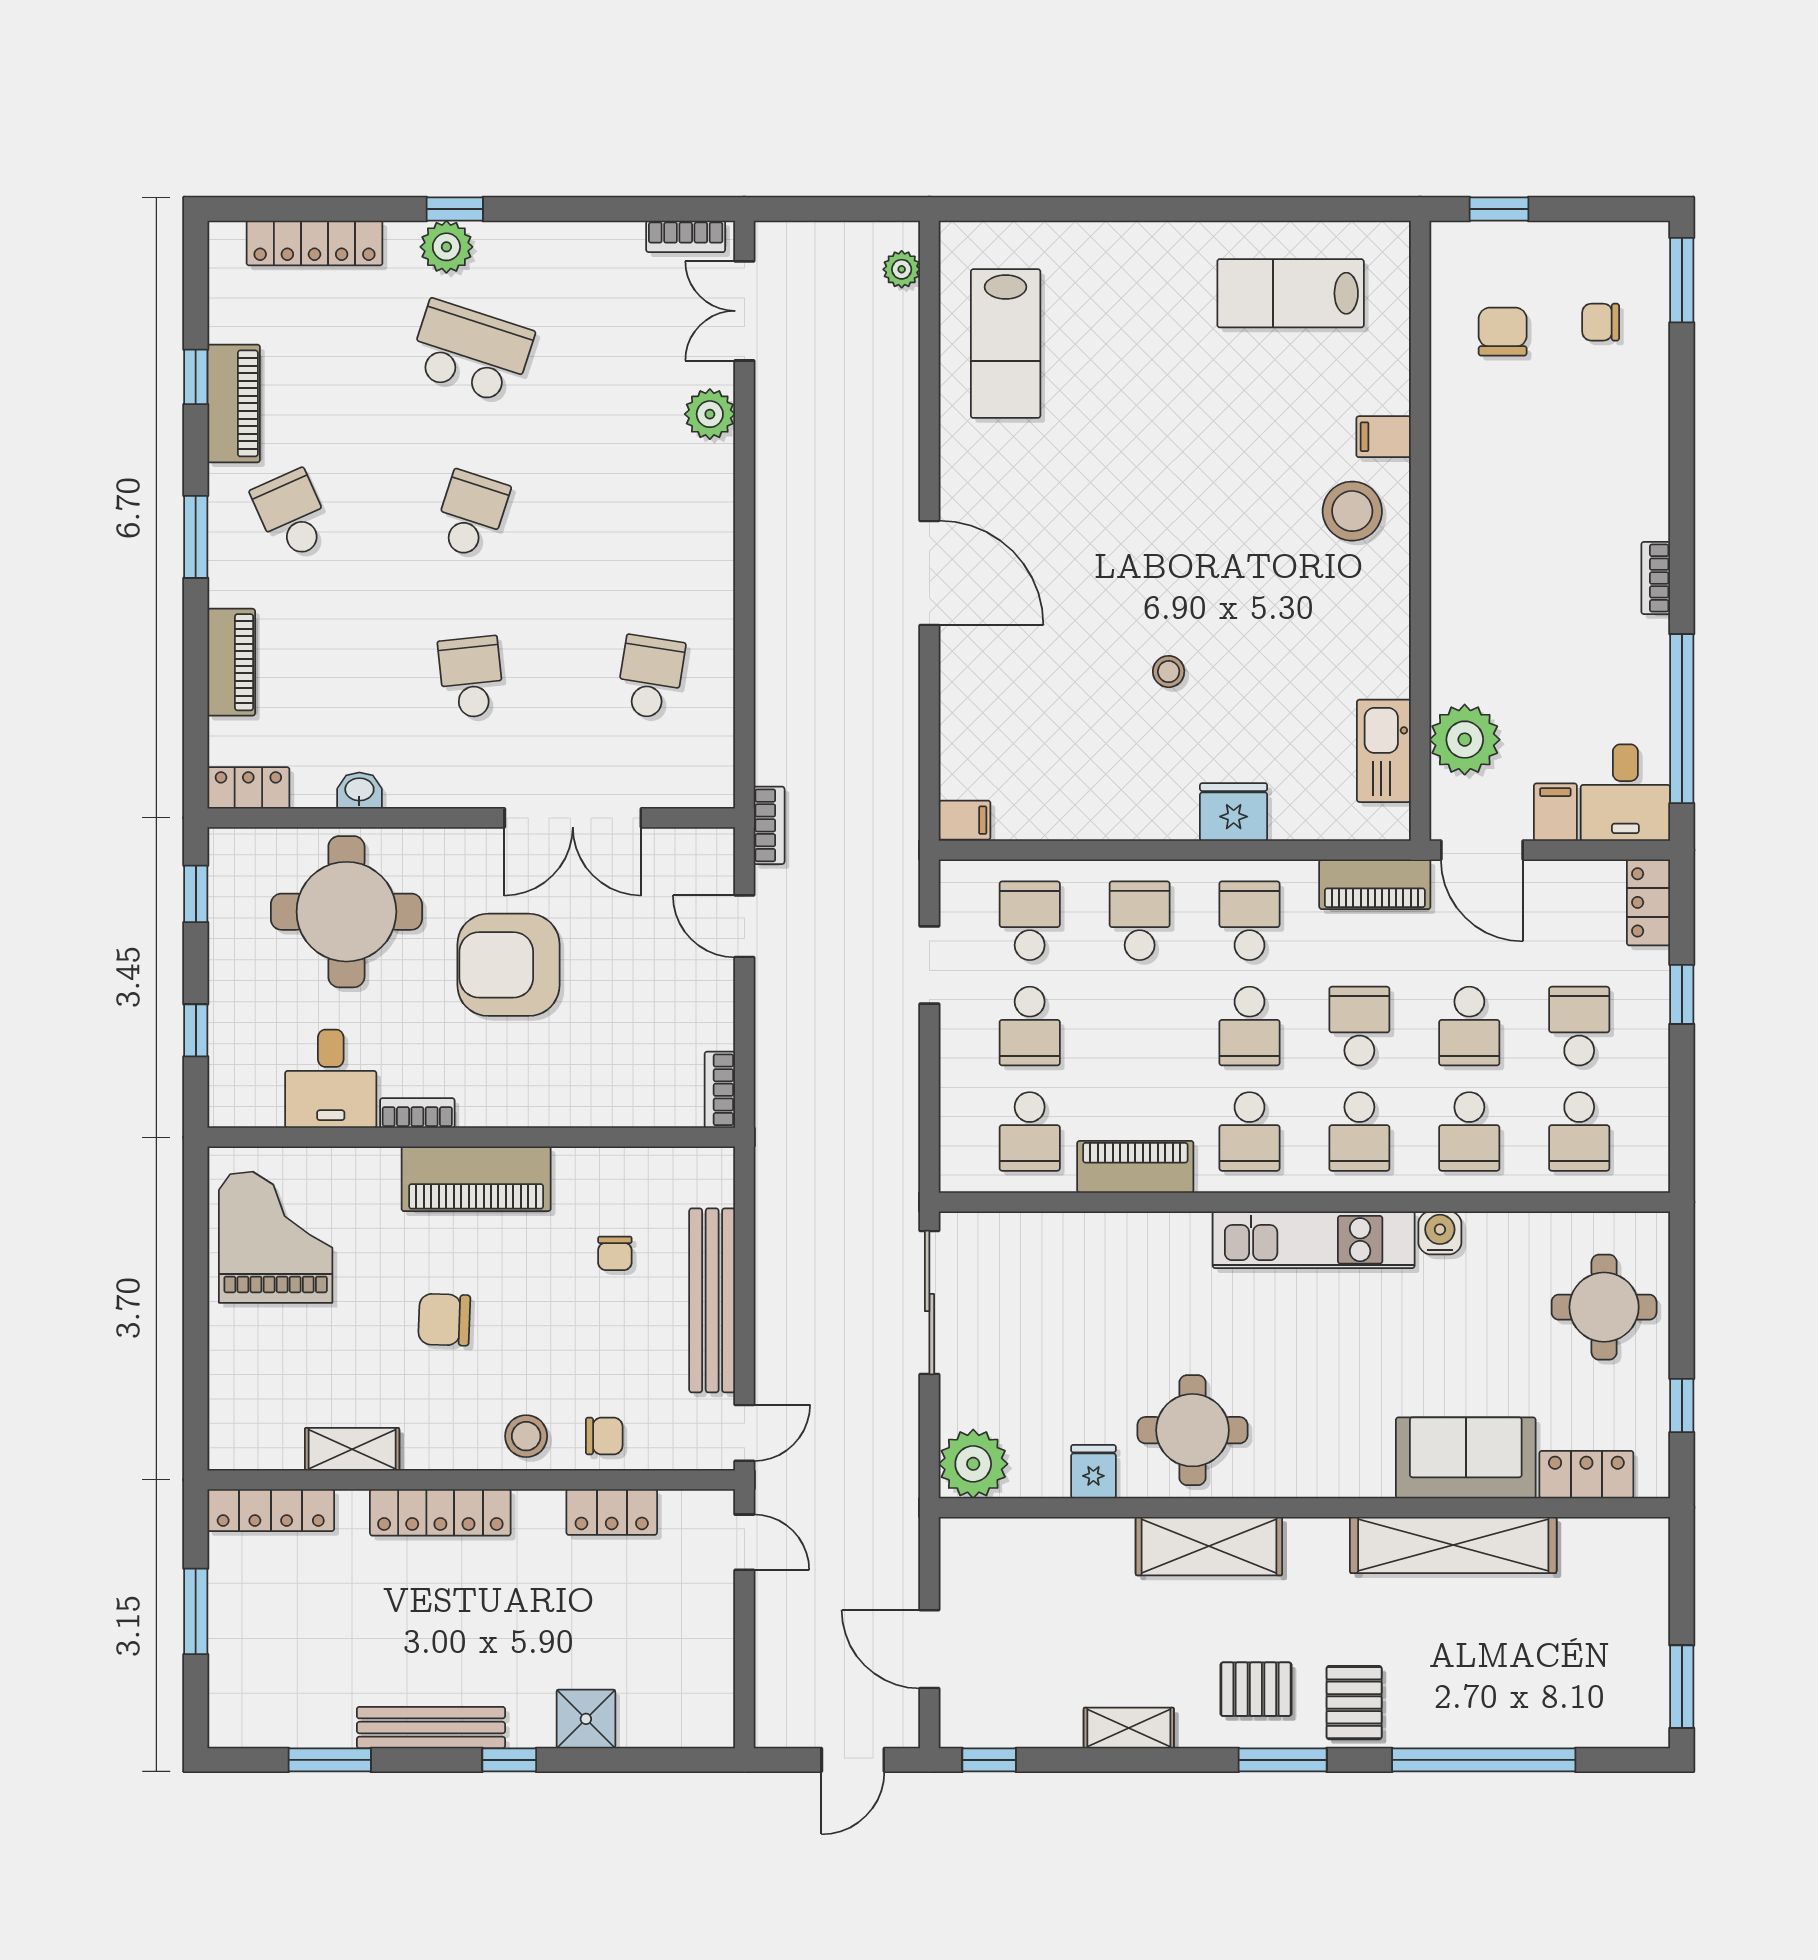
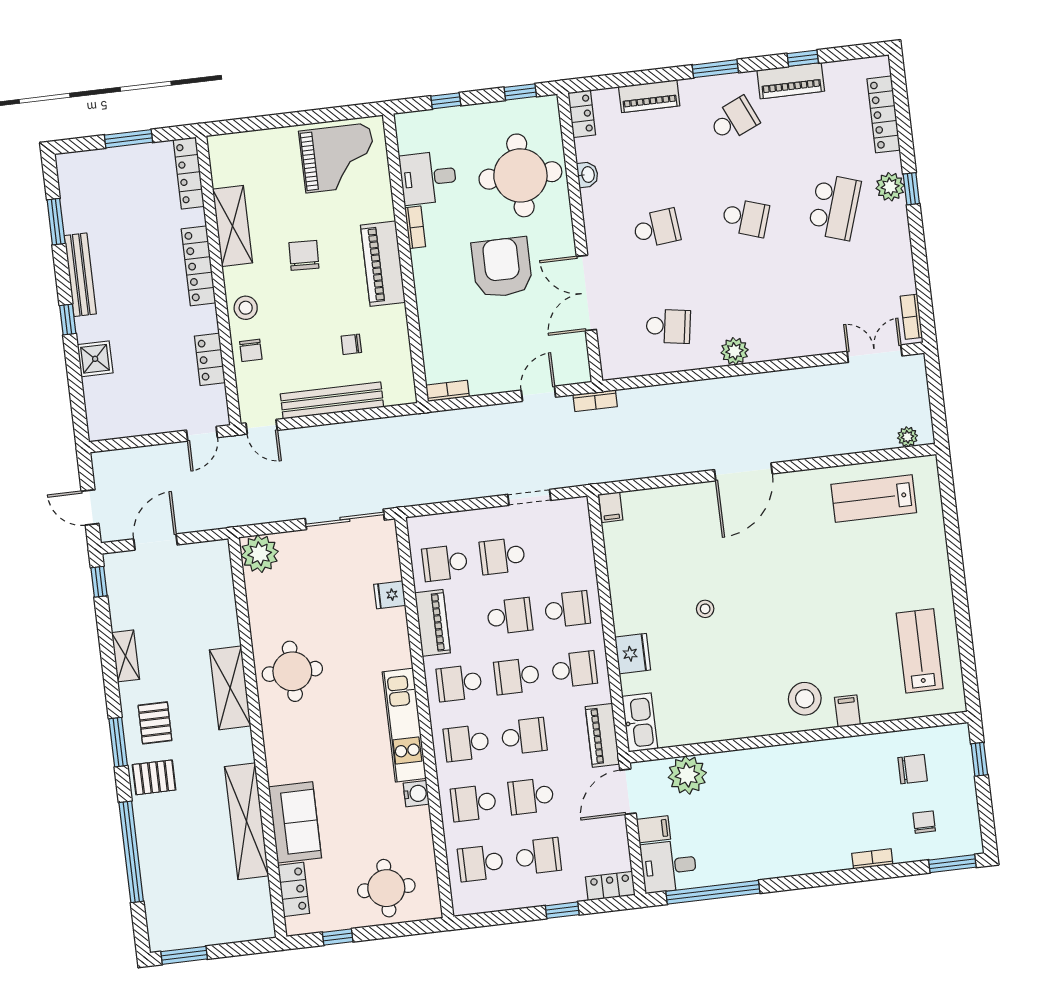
plant: (710, 414) -> (735, 351), moved
bookcase: (1656, 578) -> (872, 859), moved
kitchen sink: (1384, 751) -> (640, 723), moved, turned 90
school desk: (1030, 921) -> (510, 616), moved
shelving: (352, 1449) -> (233, 226), width x1.50, depth x1.33
fridge: (1093, 1472) -> (390, 595), moved, turned 180

